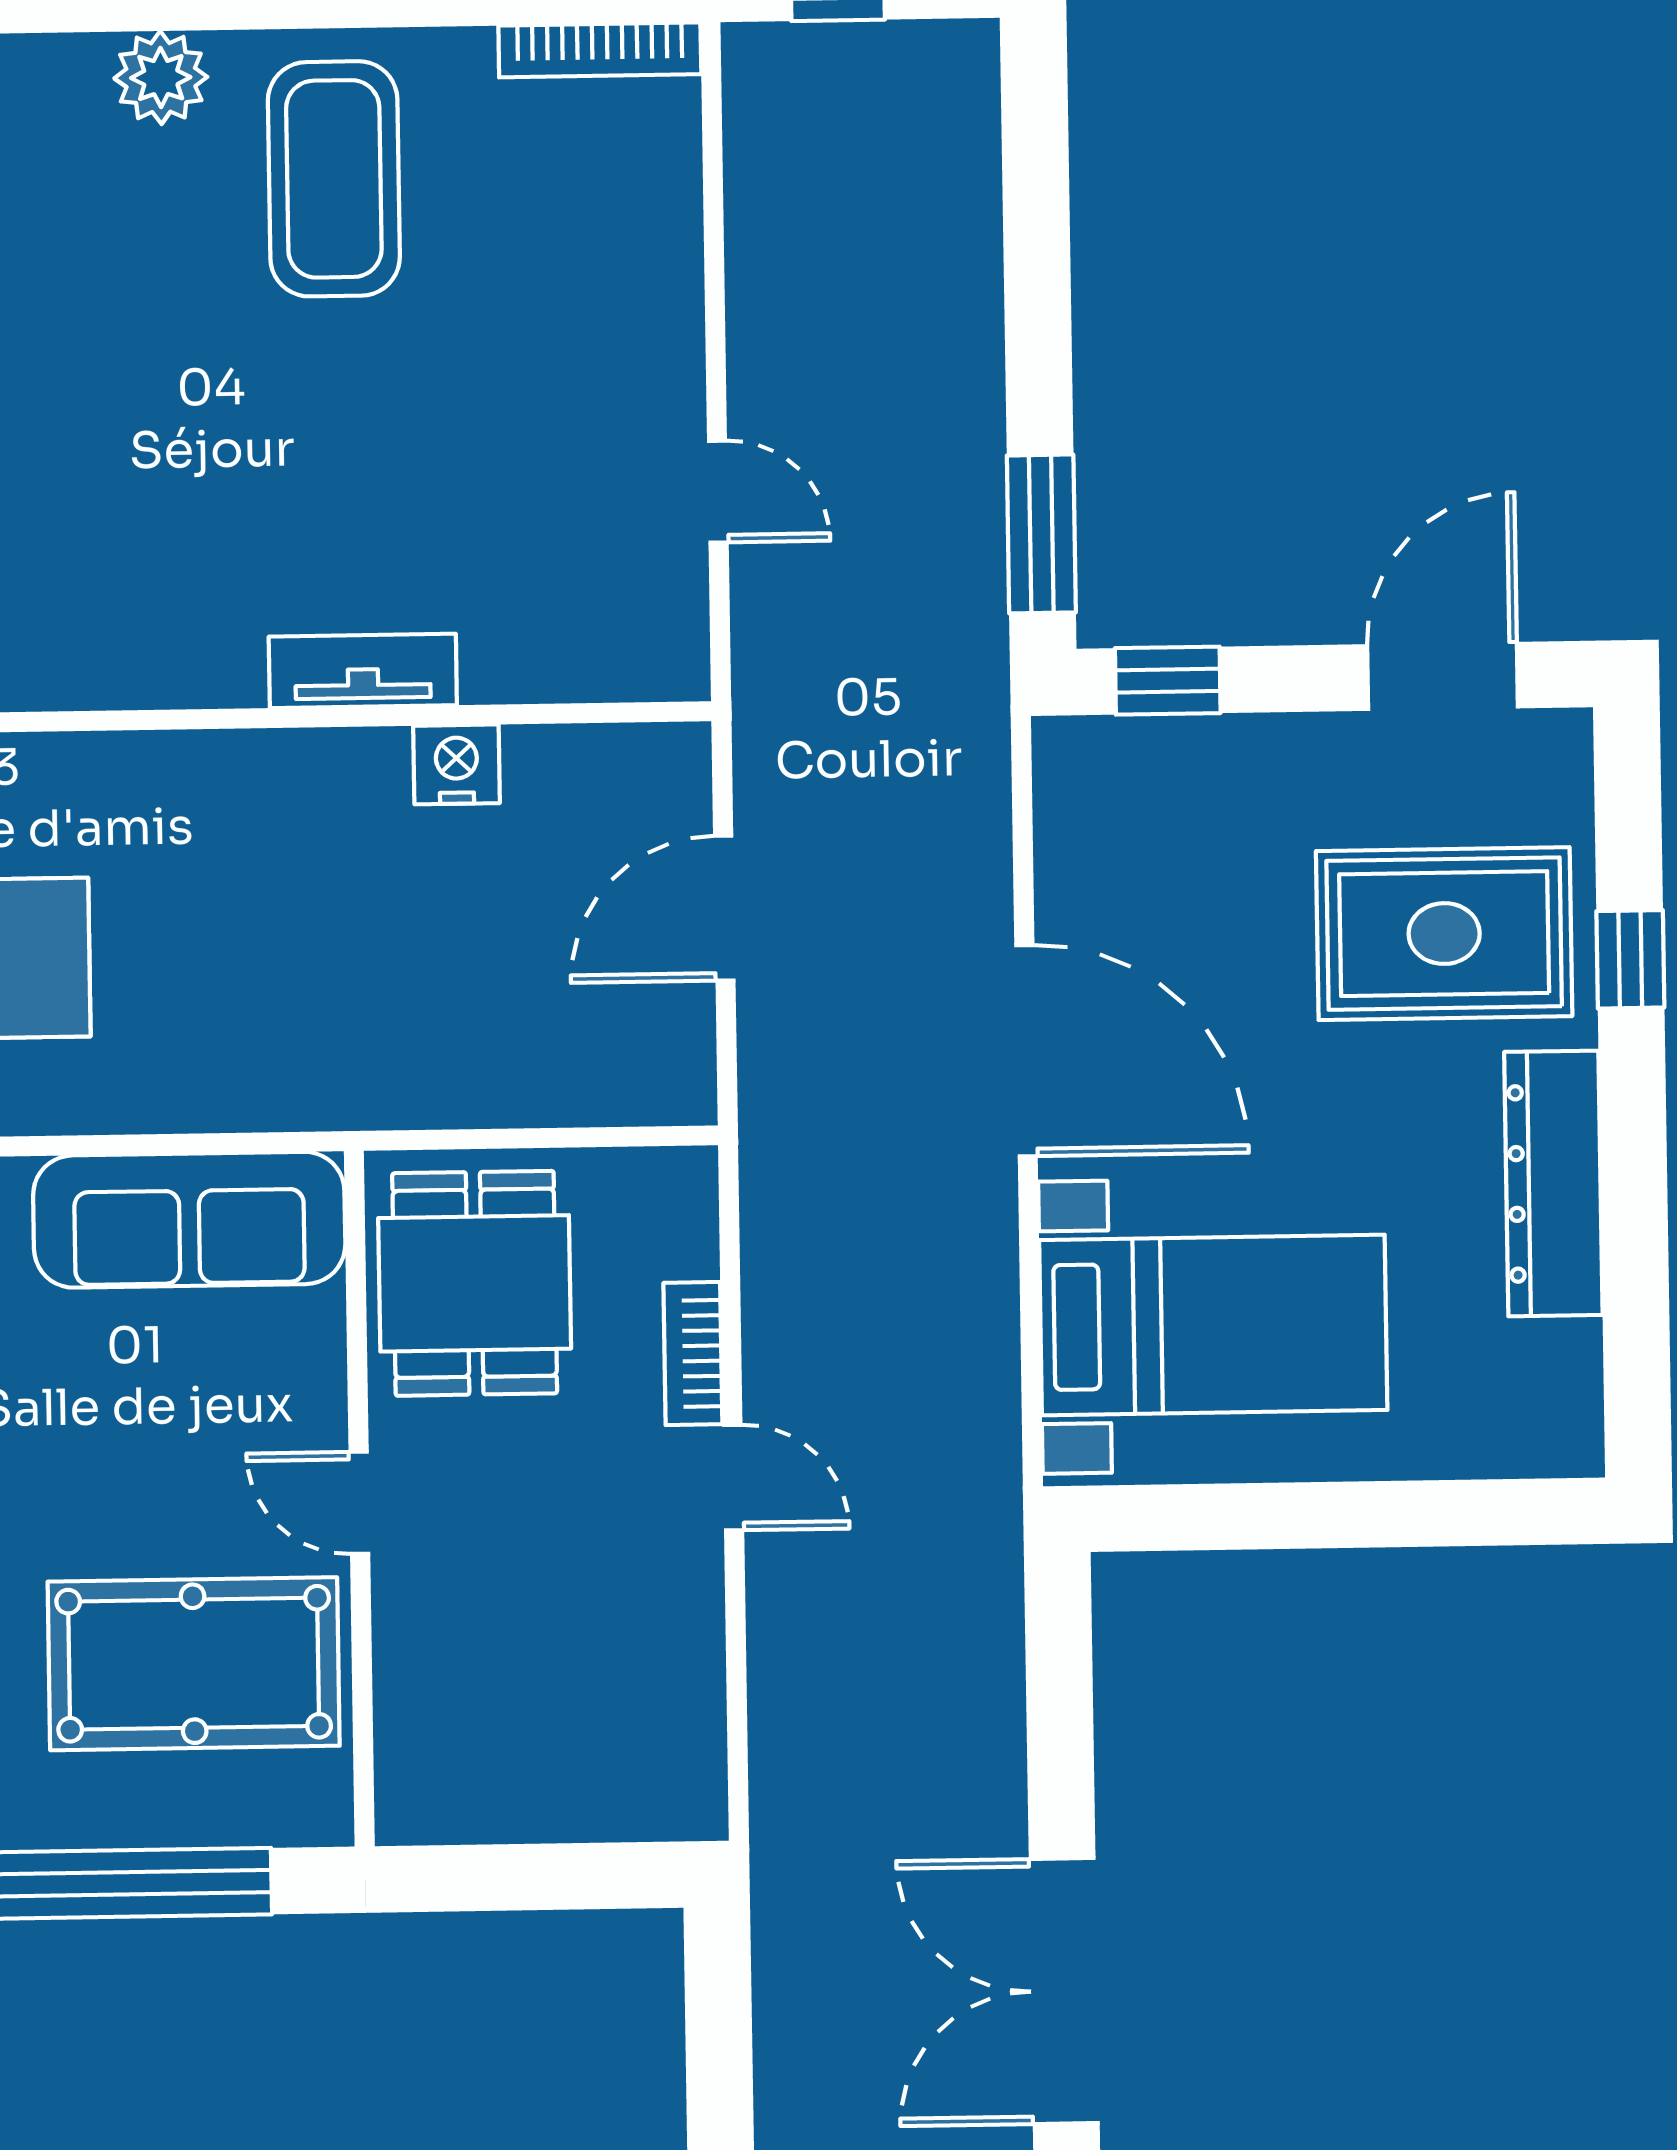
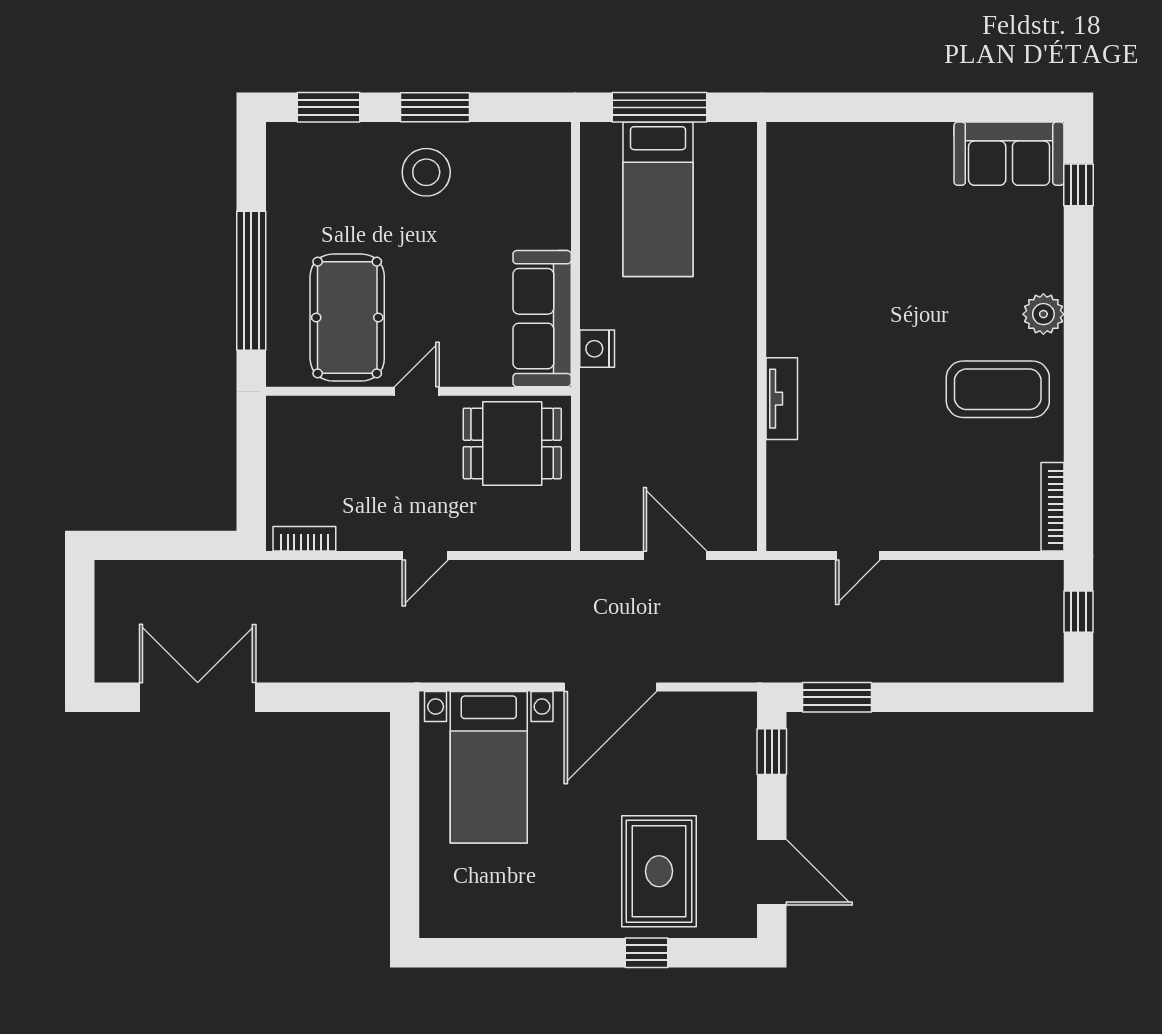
nightstand: (456, 764) -> (597, 349), moved, turned 180
dresser: (1553, 1183) -> (549, 917), removed
bookcase: (693, 1354) -> (304, 539), moved

